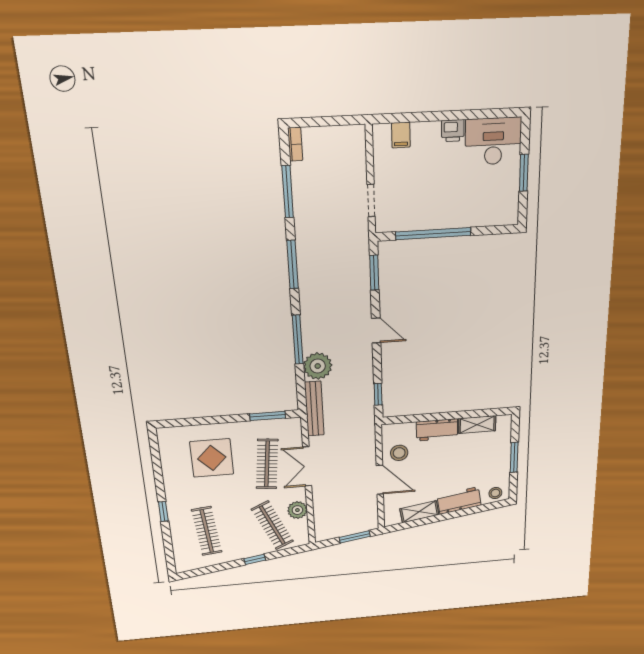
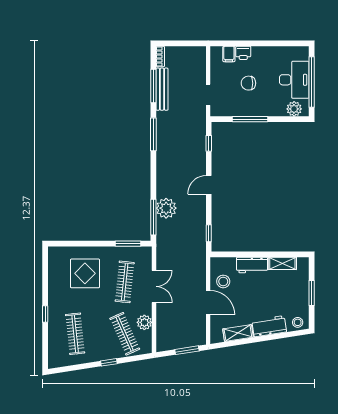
printer: (453, 131) -> (243, 53), moved
desk: (493, 141) -> (294, 80), moved, turned 90
window: (524, 173) -> (312, 82), width x2.11
chair: (431, 179) -> (248, 83), added
plant: (497, 215) -> (294, 109), added
window: (433, 234) -> (250, 119), width x0.68
window: (374, 273) -> (209, 143), width x0.67
door: (376, 330) -> (209, 185), swing flipped
window: (298, 340) -> (153, 217), moved
bench: (314, 409) -> (162, 89), moved
double door: (307, 466) -> (154, 286), swing flipped

